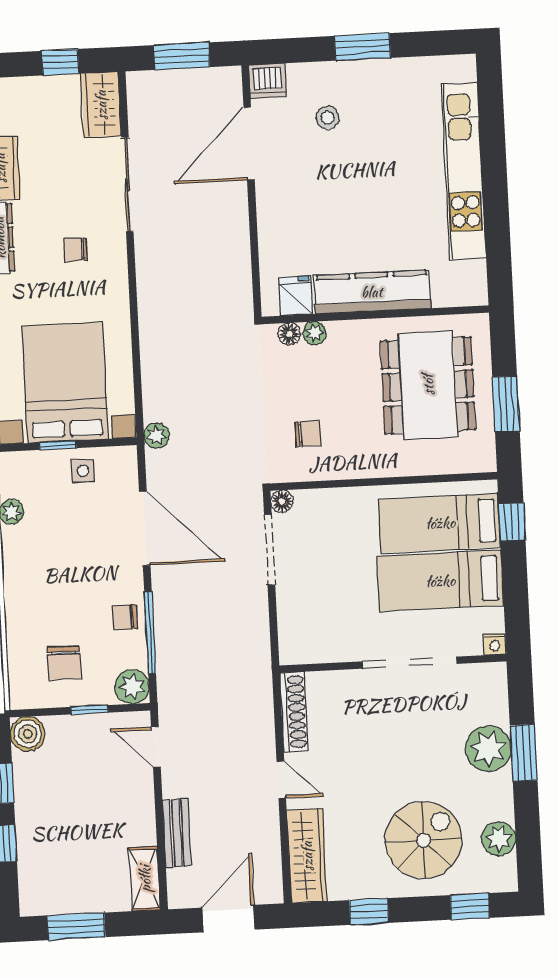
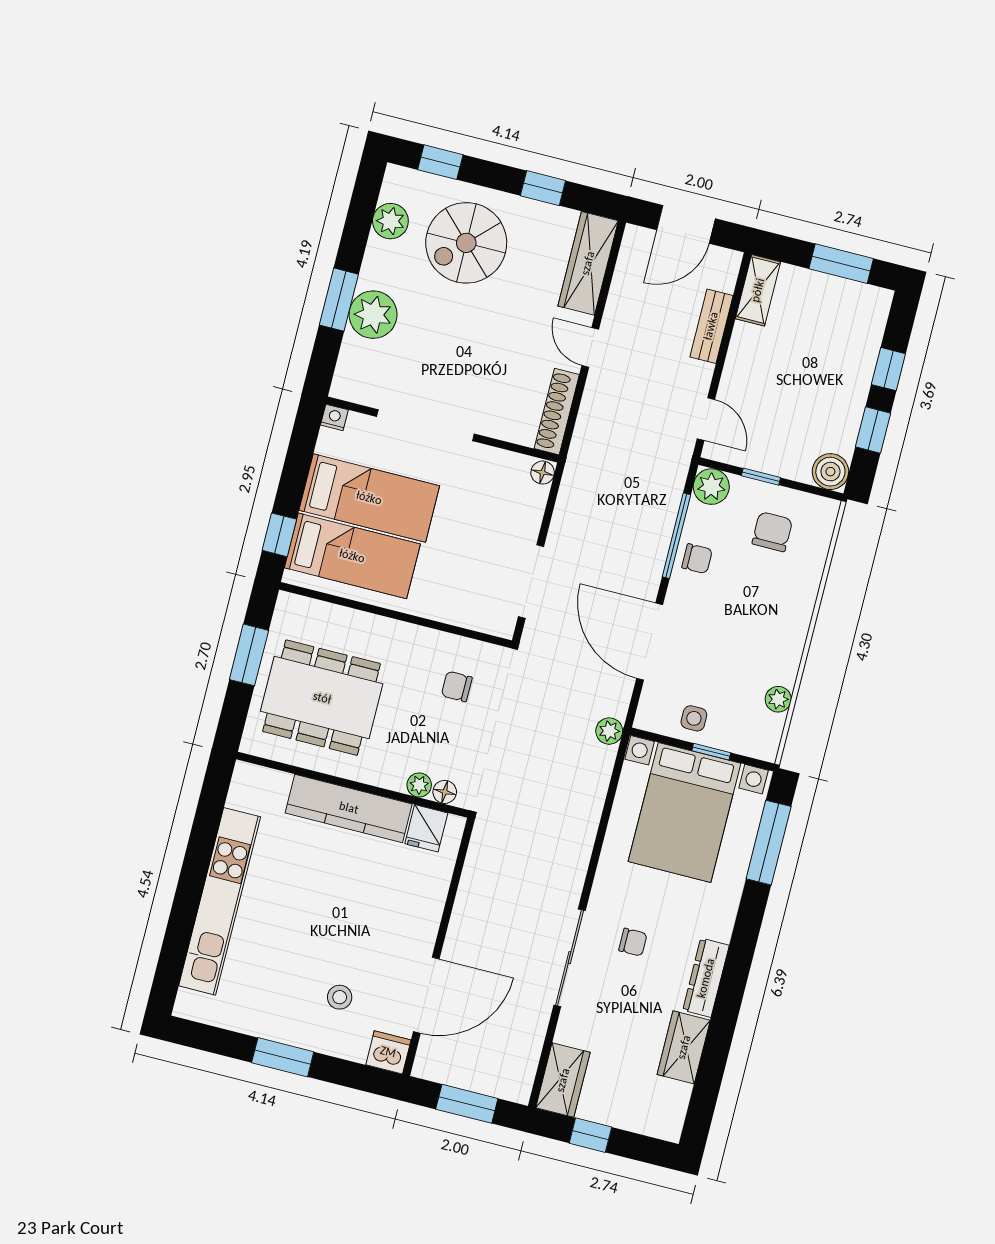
sliding door: (127, 185) -> (570, 958), moved
dining table: (428, 385) -> (322, 698), turned 90
floor lamp: (282, 501) -> (543, 473), moved

